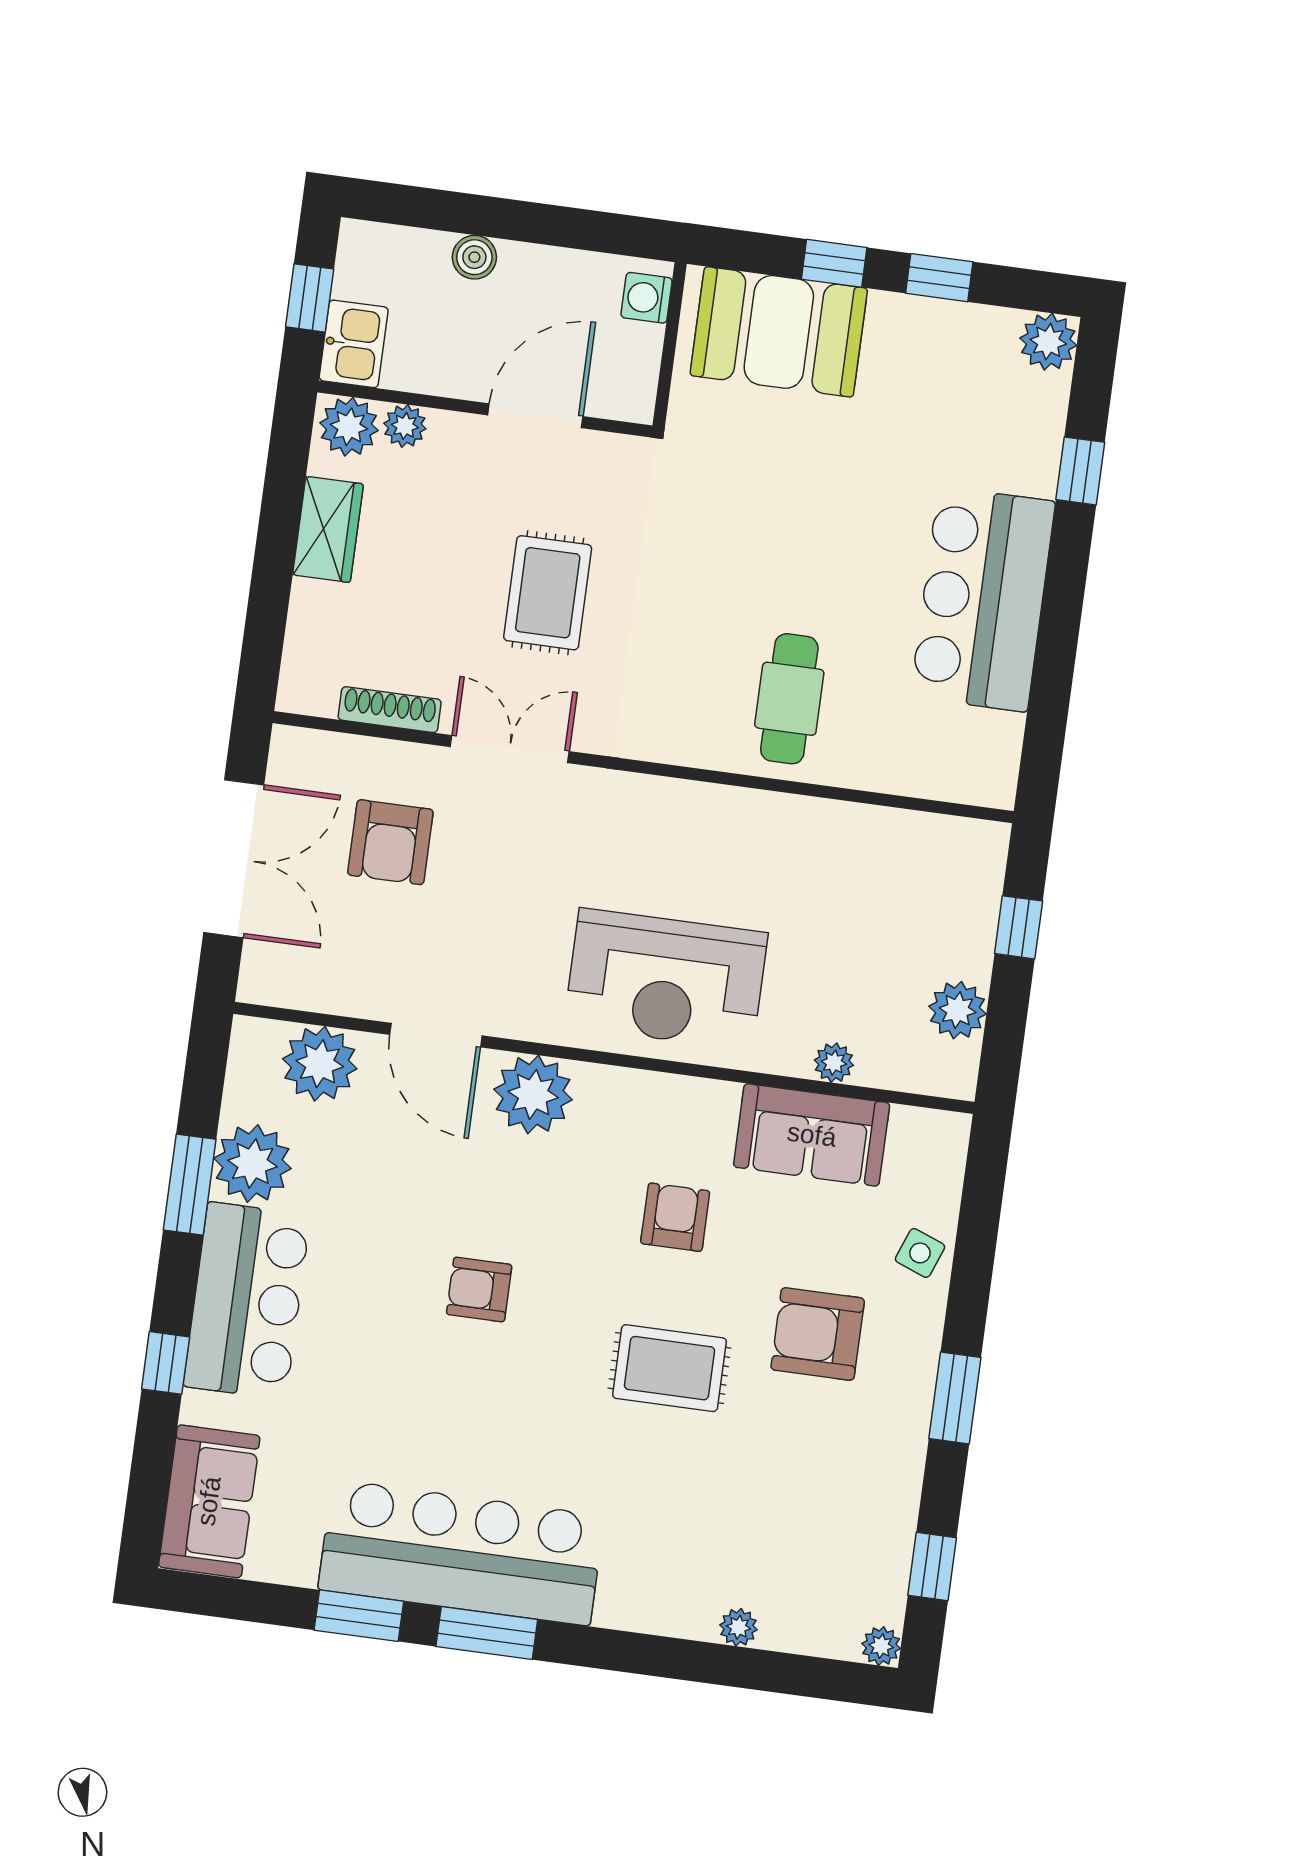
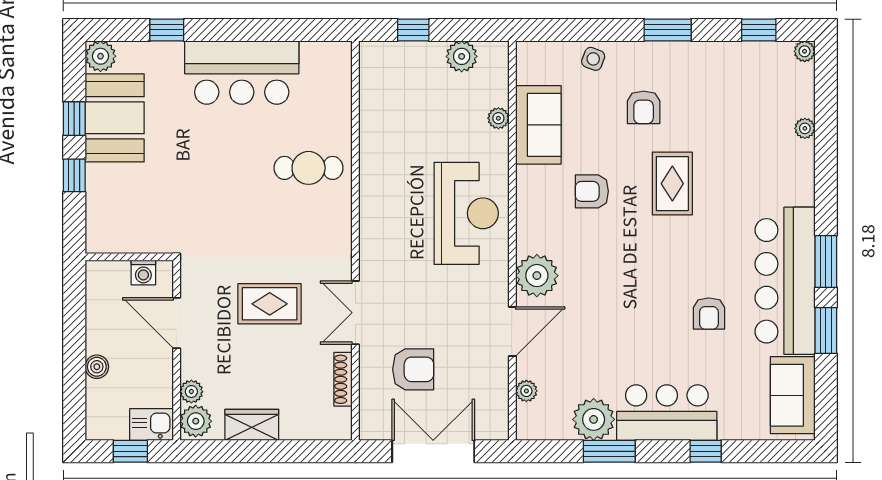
washing machine: (647, 298) -> (143, 272), moved
booth: (779, 332) -> (115, 118), moved
plant: (320, 1064) -> (526, 391), width x0.53, depth x0.53
armchair: (479, 1289) -> (709, 314), moved
armchair: (818, 1334) -> (644, 107), width x0.72, depth x0.72
sofa: (209, 1501) -> (793, 395), moved, turned -90

